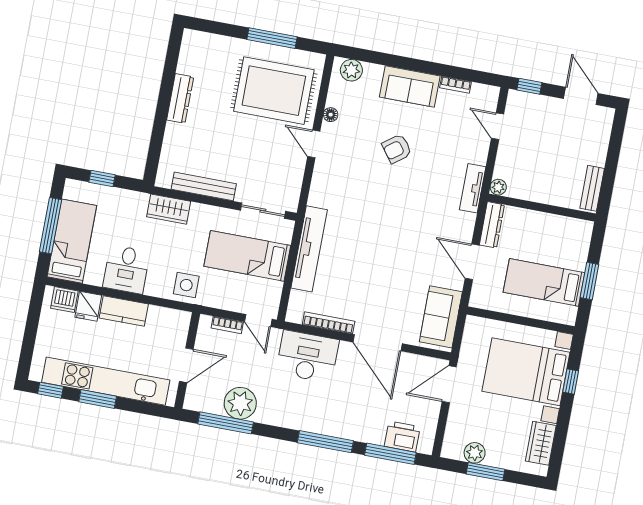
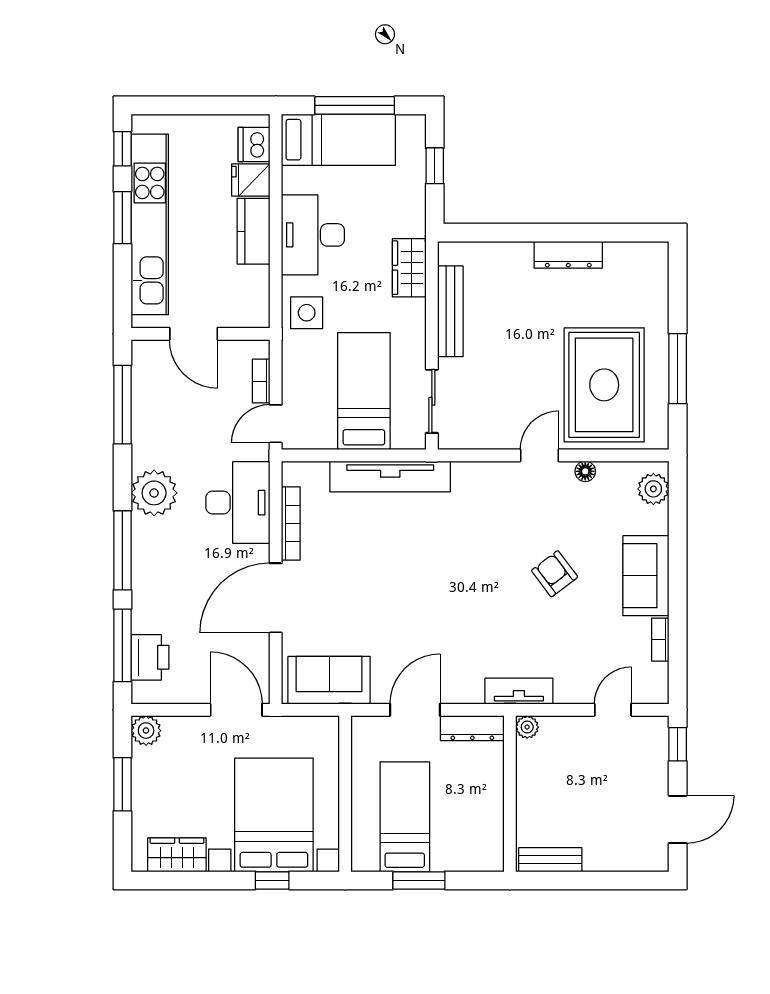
desk: (126, 269) -> (313, 235), width x1.37
plant: (240, 403) -> (154, 493), moved
plant: (475, 453) -> (146, 731), moved

